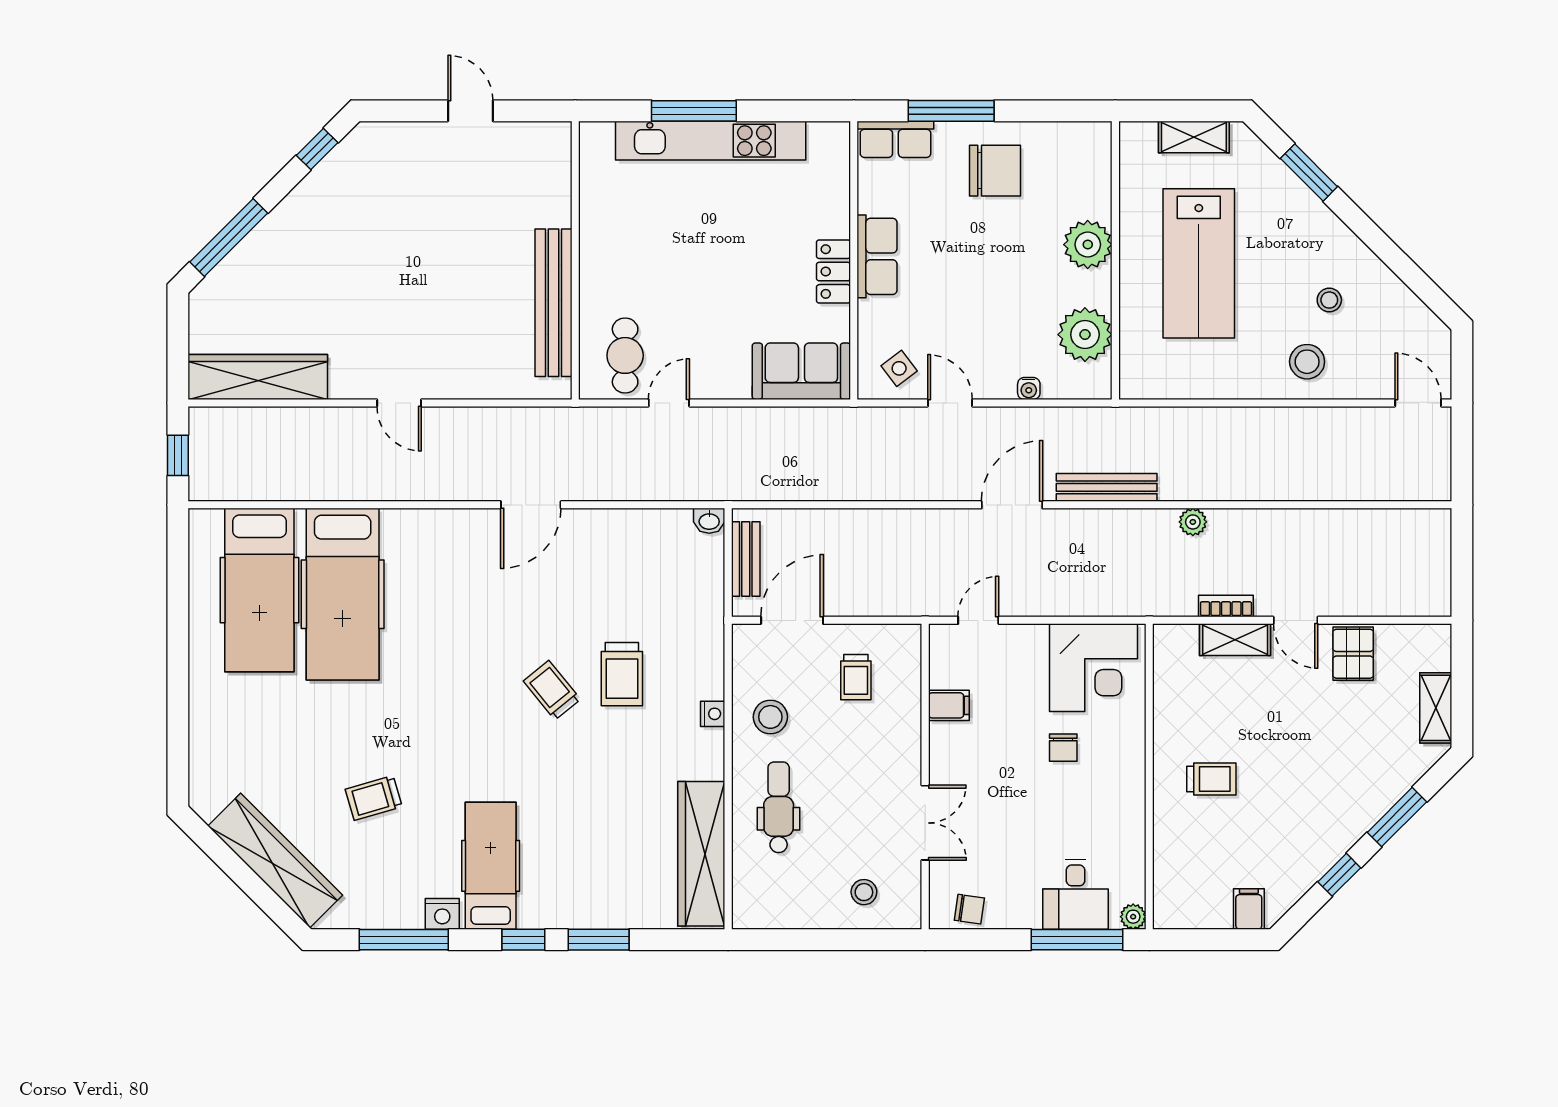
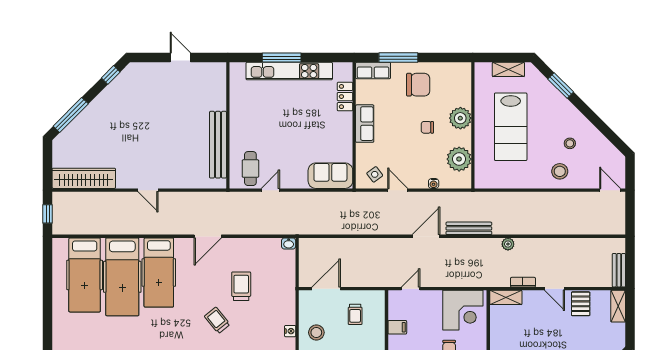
chair: (1015, 265) -> (427, 127), added
locker: (833, 272) -> (345, 97), moved
bench: (746, 559) -> (619, 270), moved
hospital bed: (423, 585) -> (159, 273), added
shelving: (1235, 640) -> (506, 297), moved
trolley: (622, 674) -> (241, 286), moved, turned 180
shelving: (1436, 708) -> (618, 306), moved

